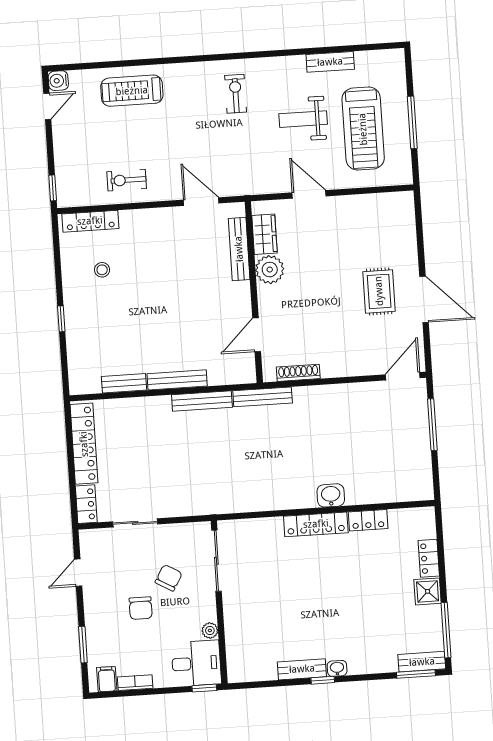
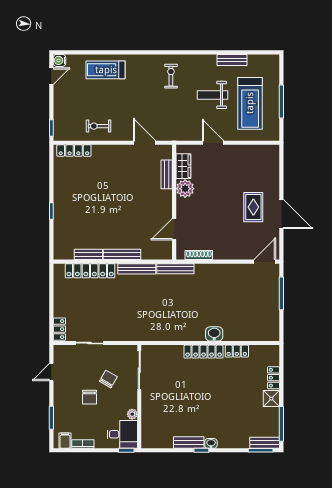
bench: (239, 249) -> (167, 174), width x0.73
stool: (102, 270) -> (79, 182), removed
locker: (84, 444) -> (90, 271), moved, turned 90

